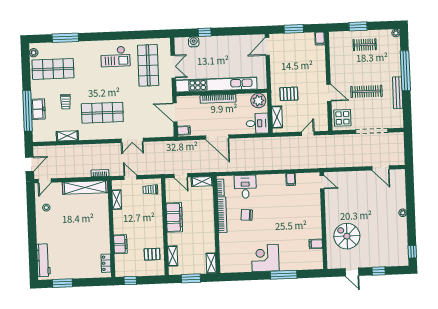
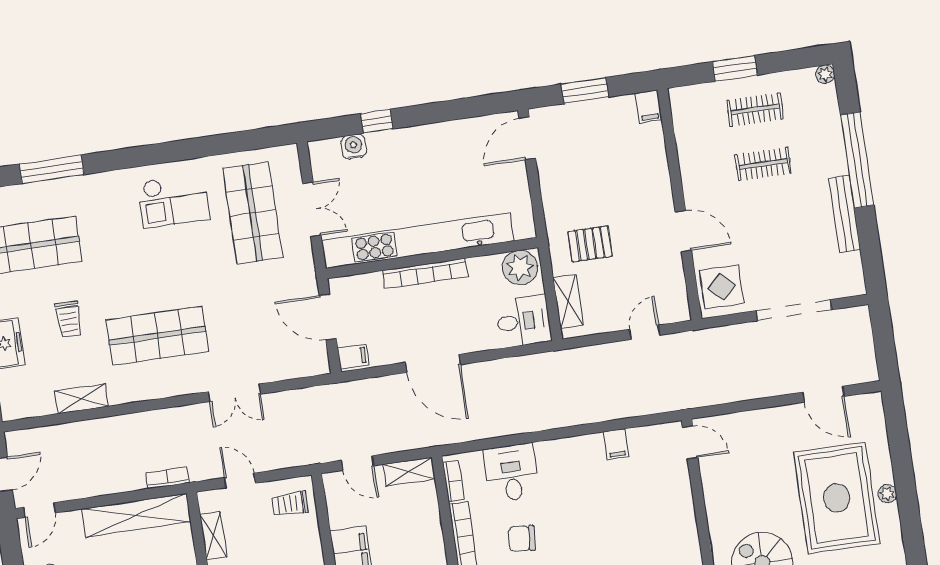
clothes rail: (366, 91) -> (763, 164), moved, width x0.73
rug: (381, 212) -> (837, 498), added

